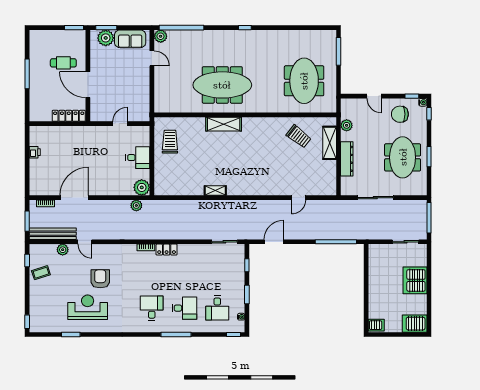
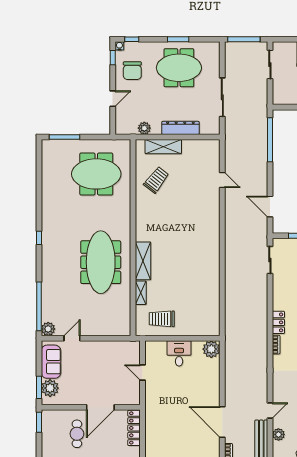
shelving: (215, 190) -> (141, 293), moved
plant: (136, 205) -> (231, 355), removed

